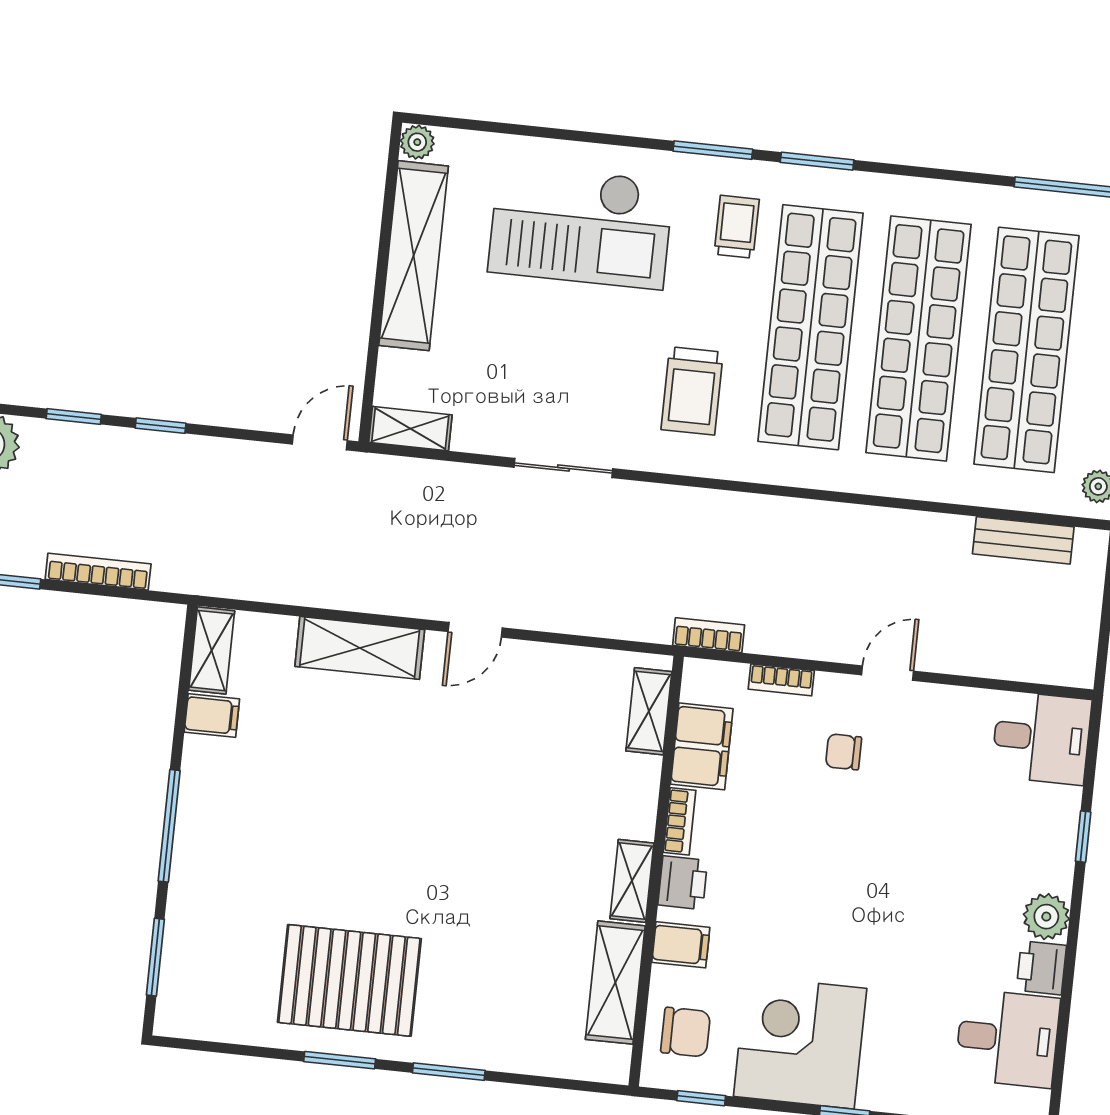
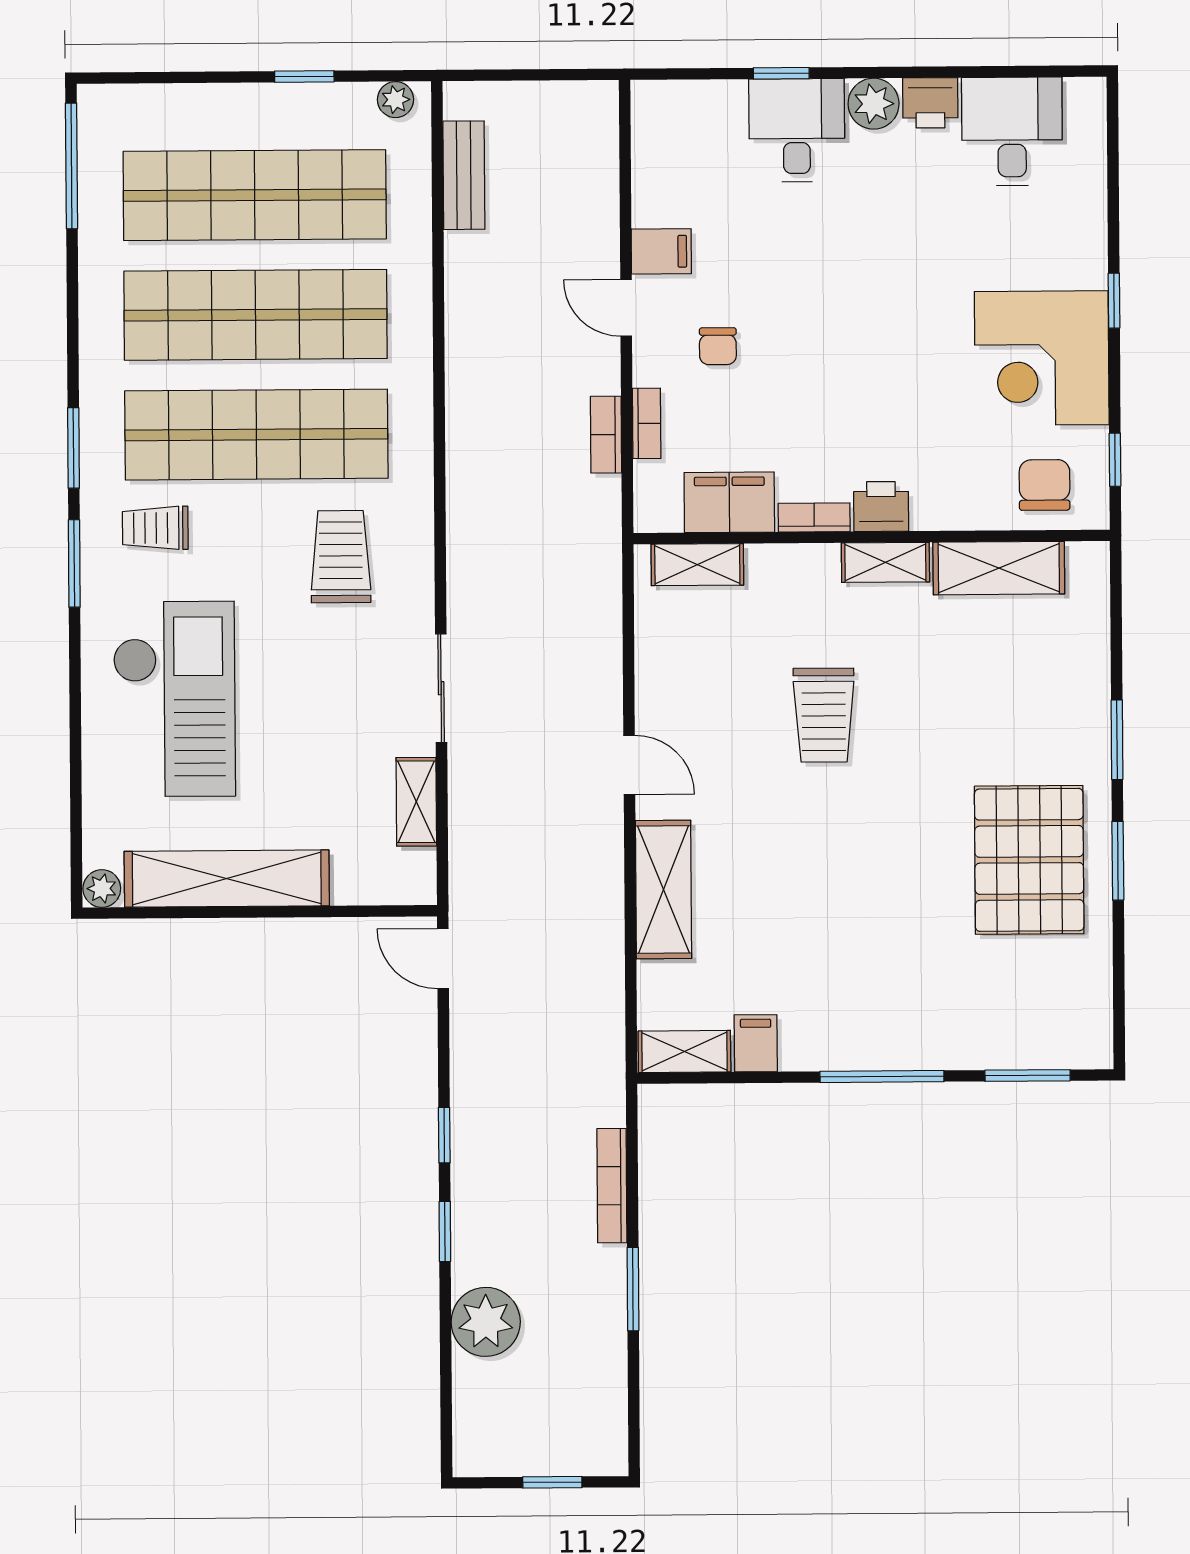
trolley: (692, 391) -> (341, 557), turned -90
shelving: (410, 429) -> (416, 802), moved
bookcase: (709, 635) -> (606, 435), moved
desk: (1041, 738) -> (797, 130), moved
trolley: (501, 810) -> (824, 715), added
filing cabinet: (681, 945) -> (661, 251), moved, turned 90

